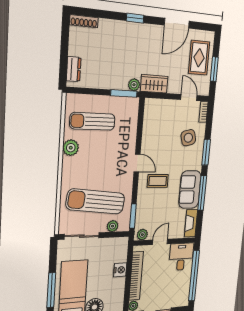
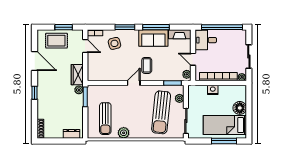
door: (189, 97) -> (85, 46), swing flipped

